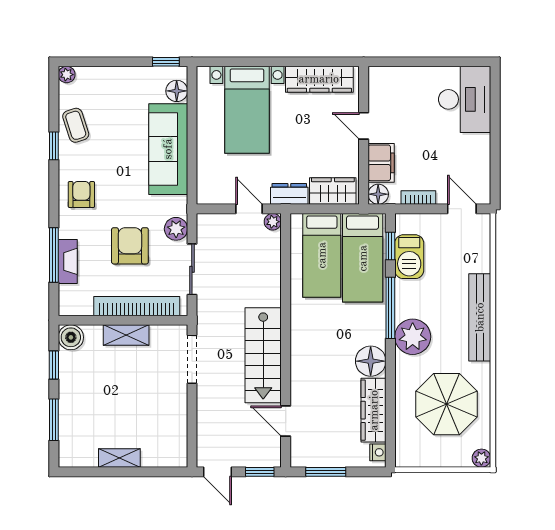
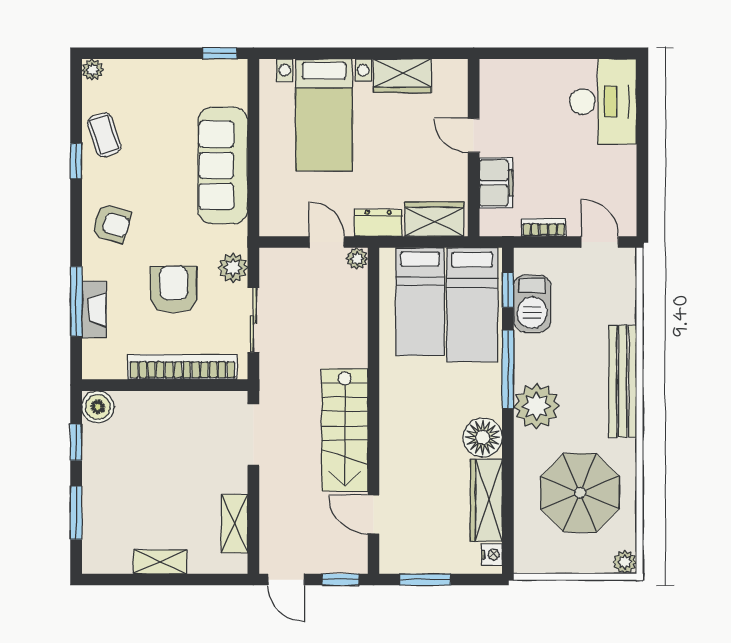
wardrobe: (319, 79) -> (402, 76), width x0.67
floor lamp: (177, 91) -> (234, 91), removed
floor lamp: (378, 194) -> (492, 223), removed
armchair: (81, 195) -> (111, 224), turned 106
shelving: (126, 335) -> (234, 524), moved, turned 90

